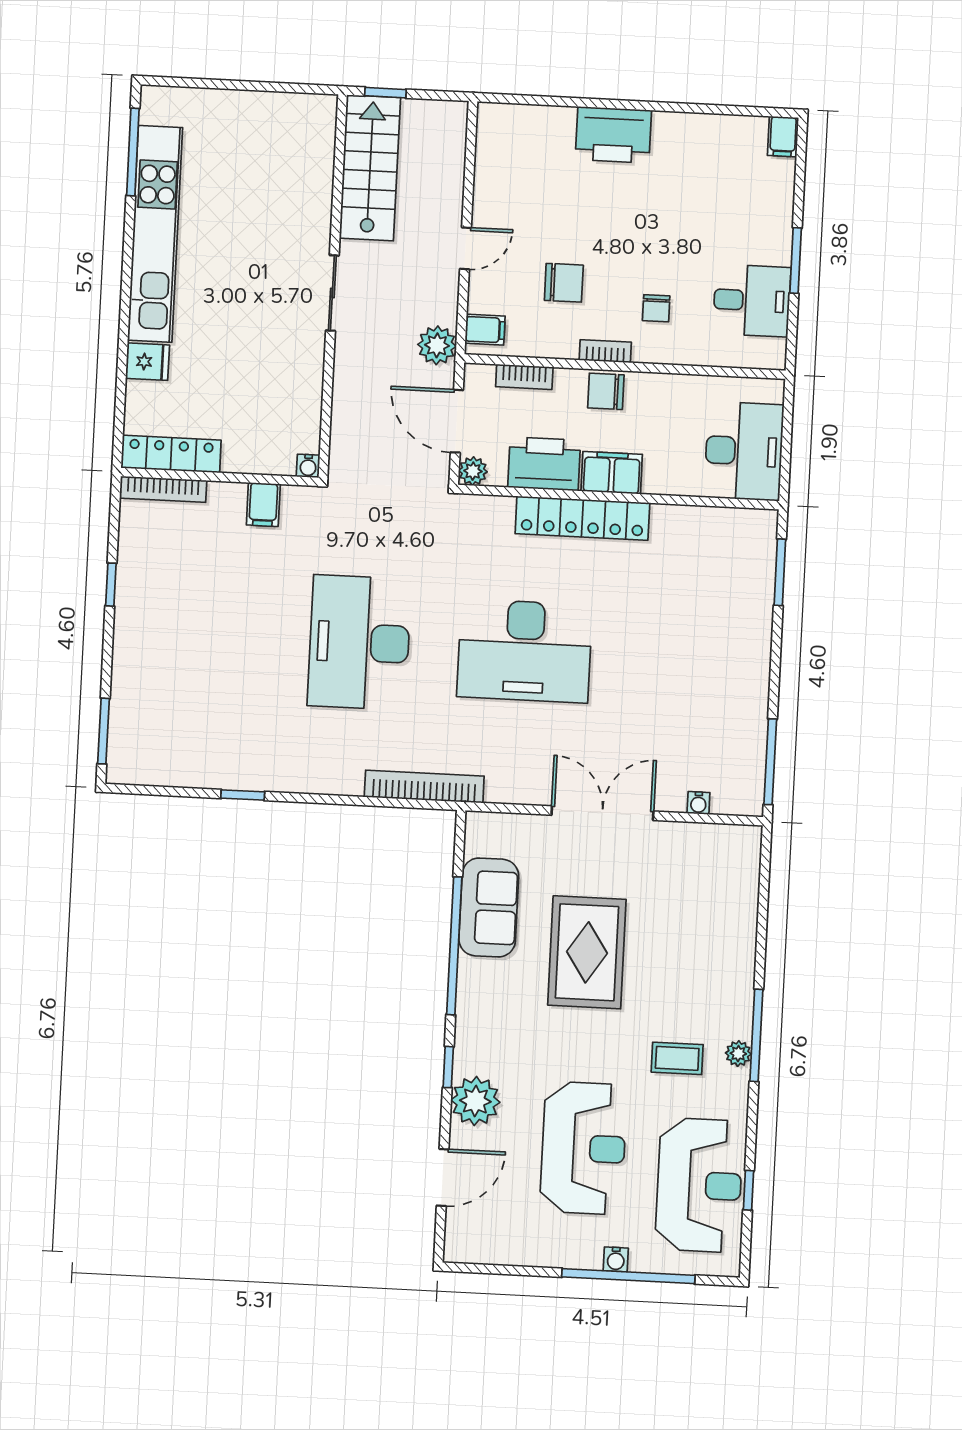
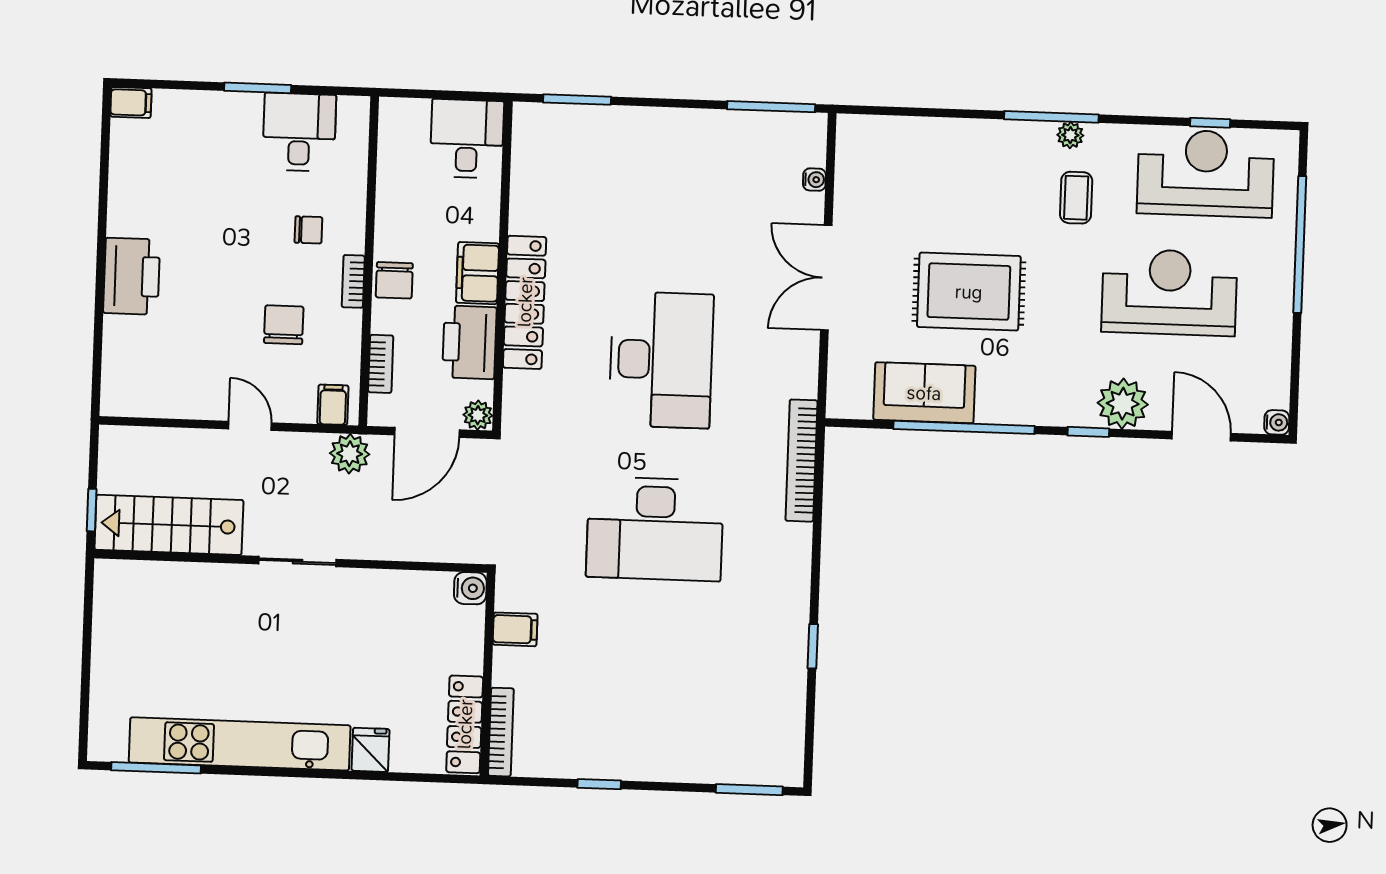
desk: (744, 451) -> (467, 139), width x0.73
water cooler: (308, 466) -> (470, 588), width x1.38, depth x1.38
water cooler: (616, 1259) -> (1277, 422), moved

